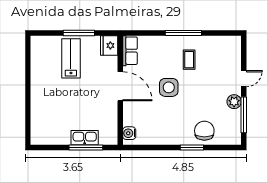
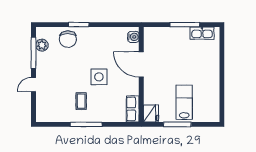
lab bench: (71, 58) -> (184, 102), turned 180
door: (120, 86) -> (141, 64), moved
plant: (234, 102) -> (42, 45), moved
kitchen sink: (85, 138) -> (202, 33), moved
window: (86, 147) -> (185, 25), moved

